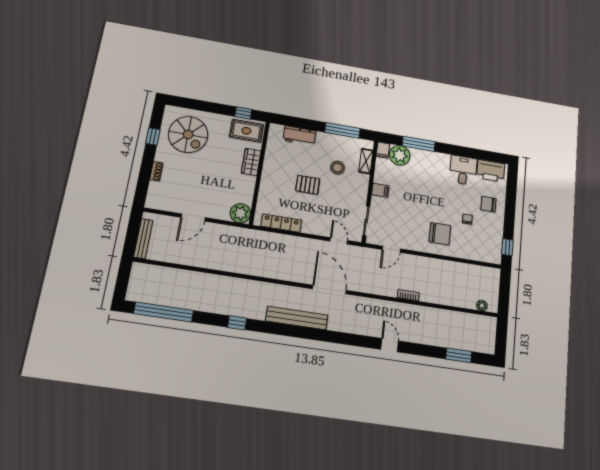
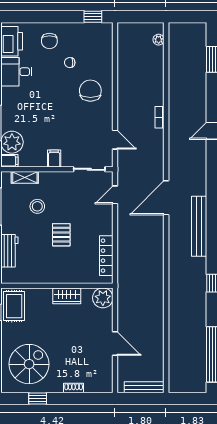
wardrobe: (251, 162) -> (67, 296), moved

